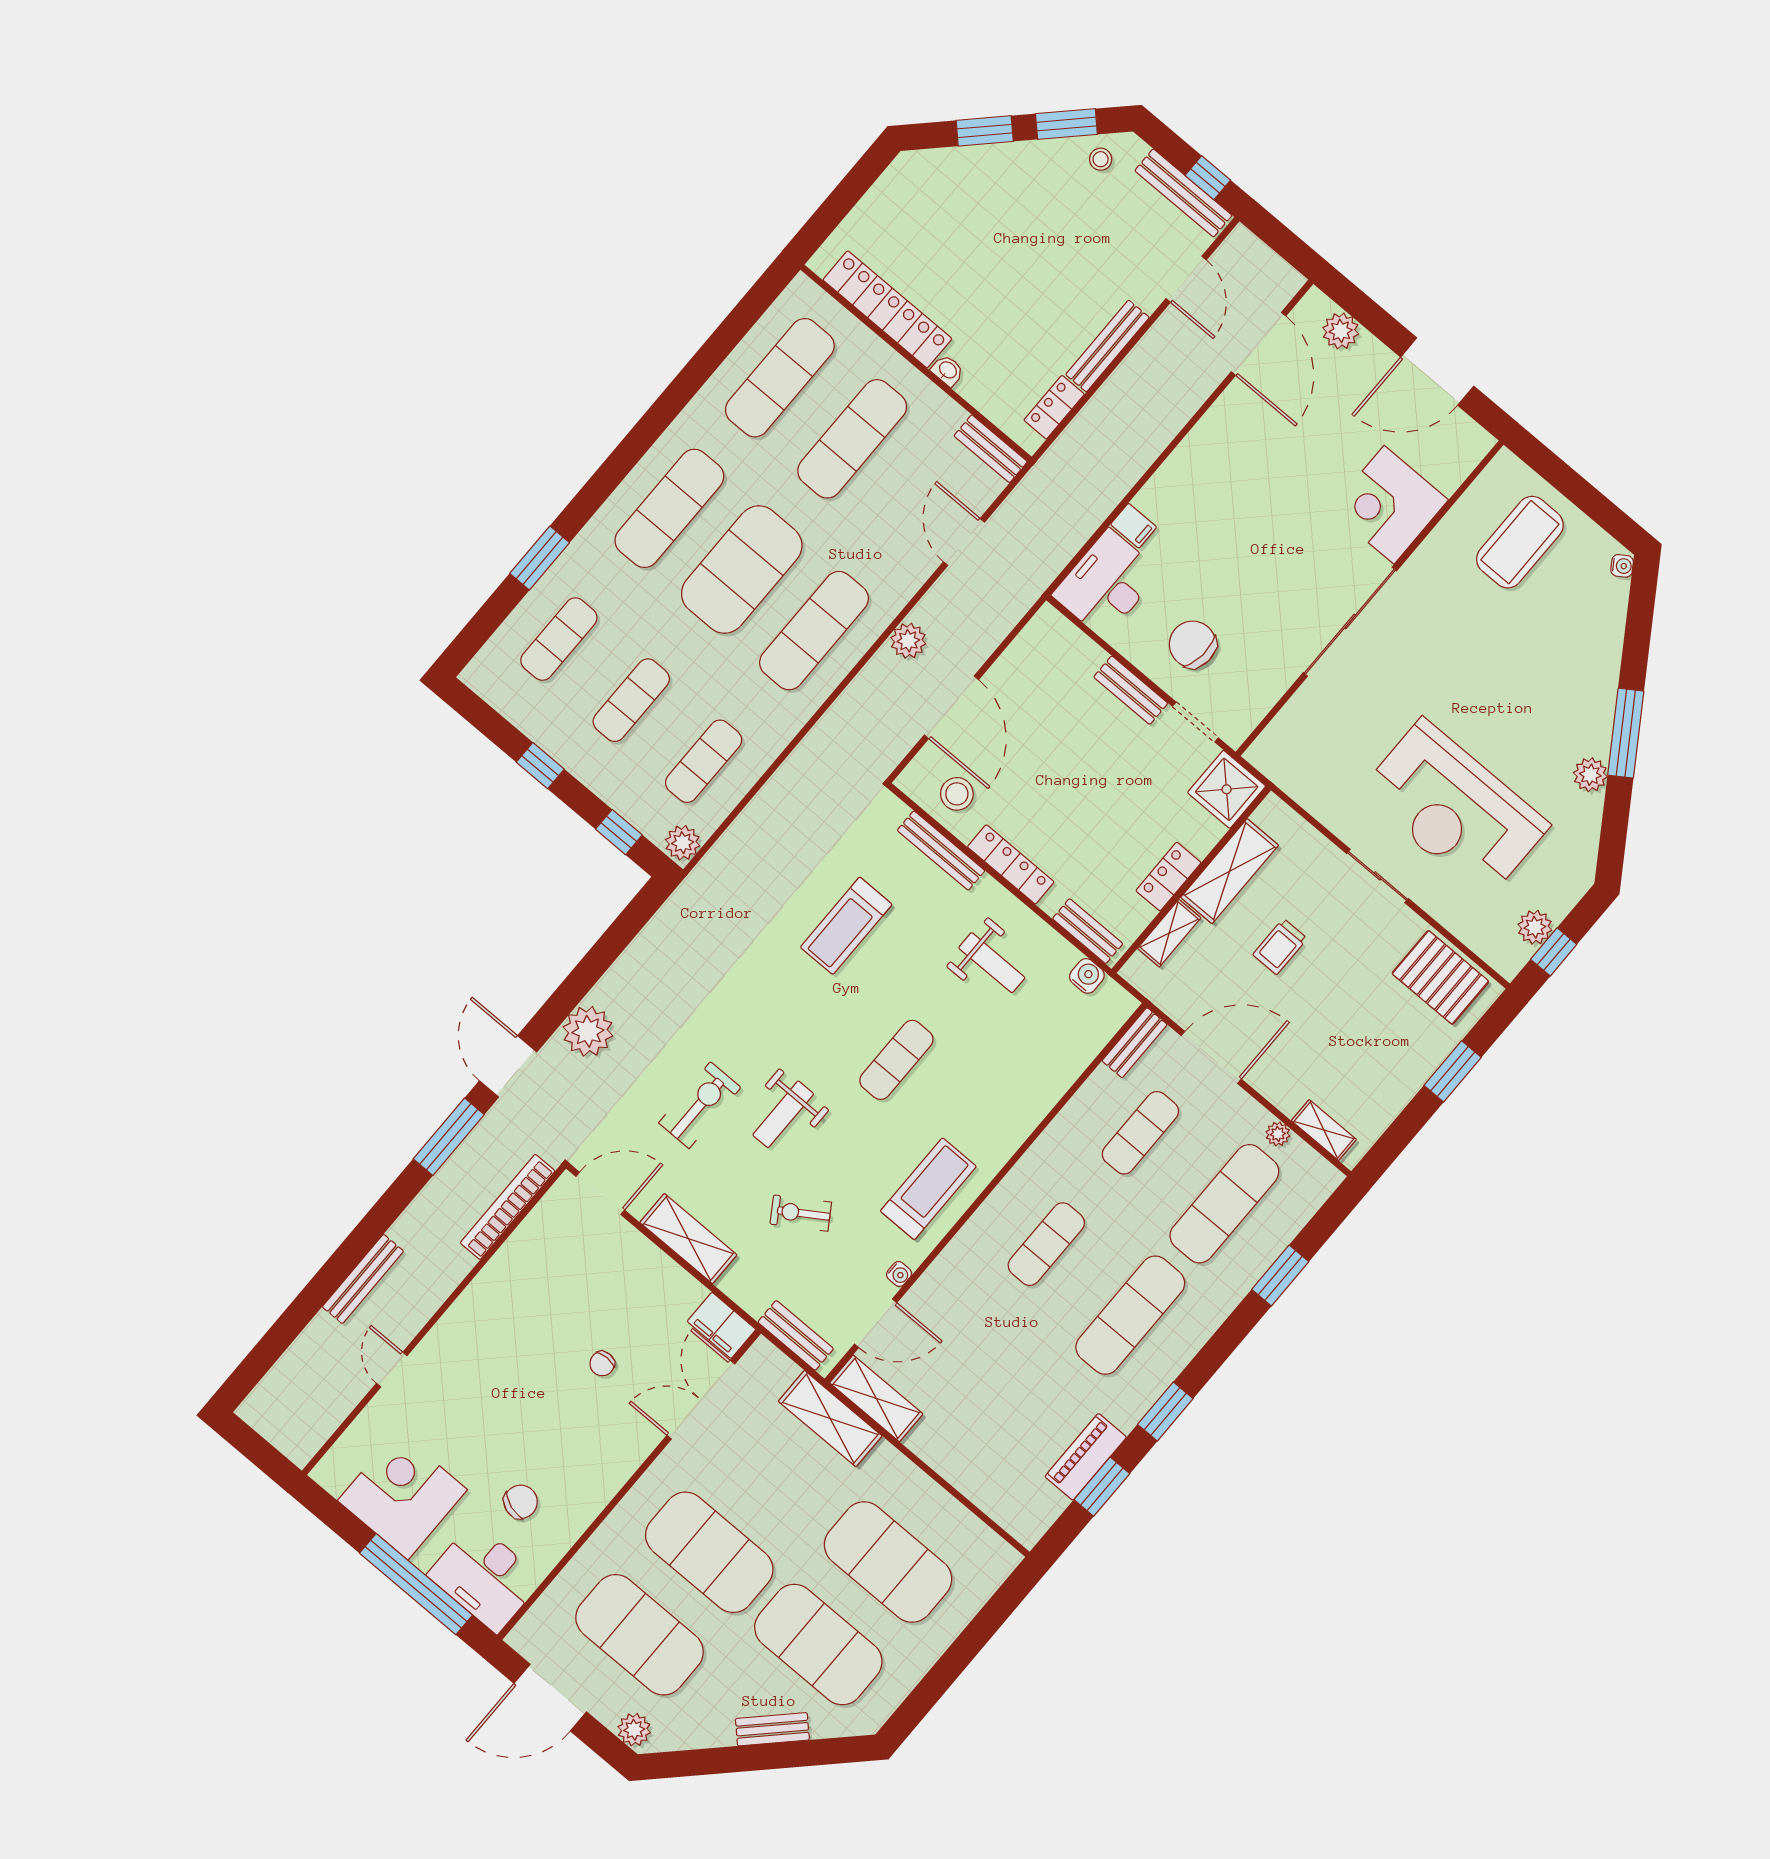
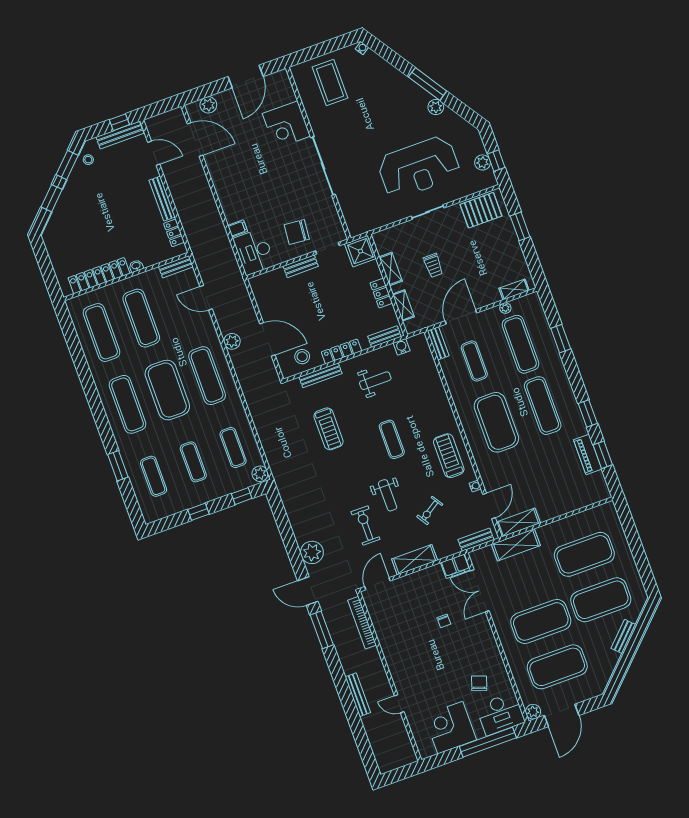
shelving: (1230, 871) -> (391, 269), width x0.67, depth x0.75
exercise mat: (1046, 1244) -> (496, 422), width x2.00, depth x1.45
plant: (634, 1730) -> (533, 712), moved

